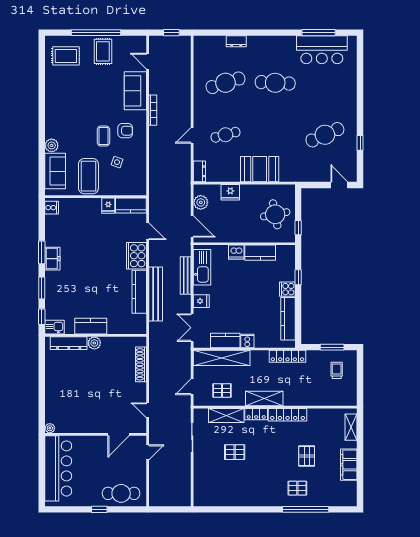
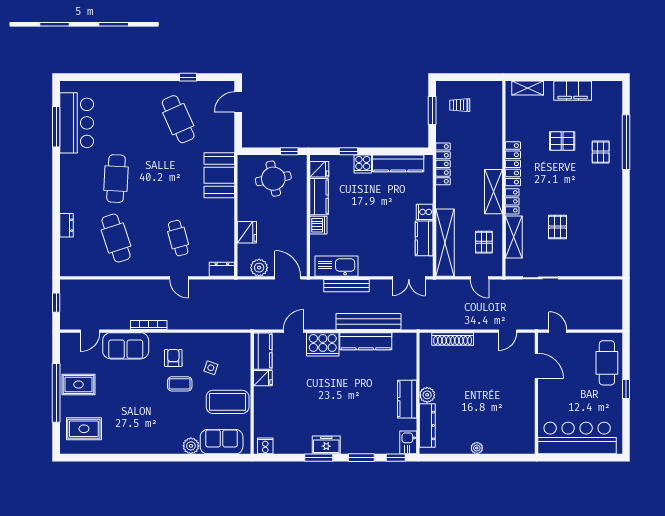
rug: (66, 56) -> (84, 429), turned 90
booth: (260, 169) -> (219, 175), moved
door: (192, 226) -> (288, 278), hinge flipped
fridge: (201, 301) -> (319, 169), moved, turned 90
plant: (50, 428) -> (477, 448), moved

